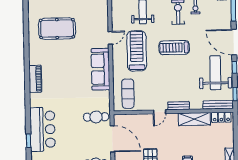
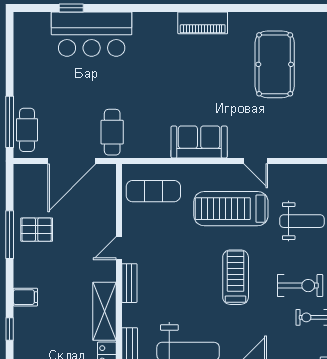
treadmill: (137, 51) -> (231, 209), turned 180
sofa: (100, 69) -> (199, 142), width x0.73
piano: (35, 79) -> (203, 23), moved
door: (160, 112) -> (119, 248), hinge flipped

